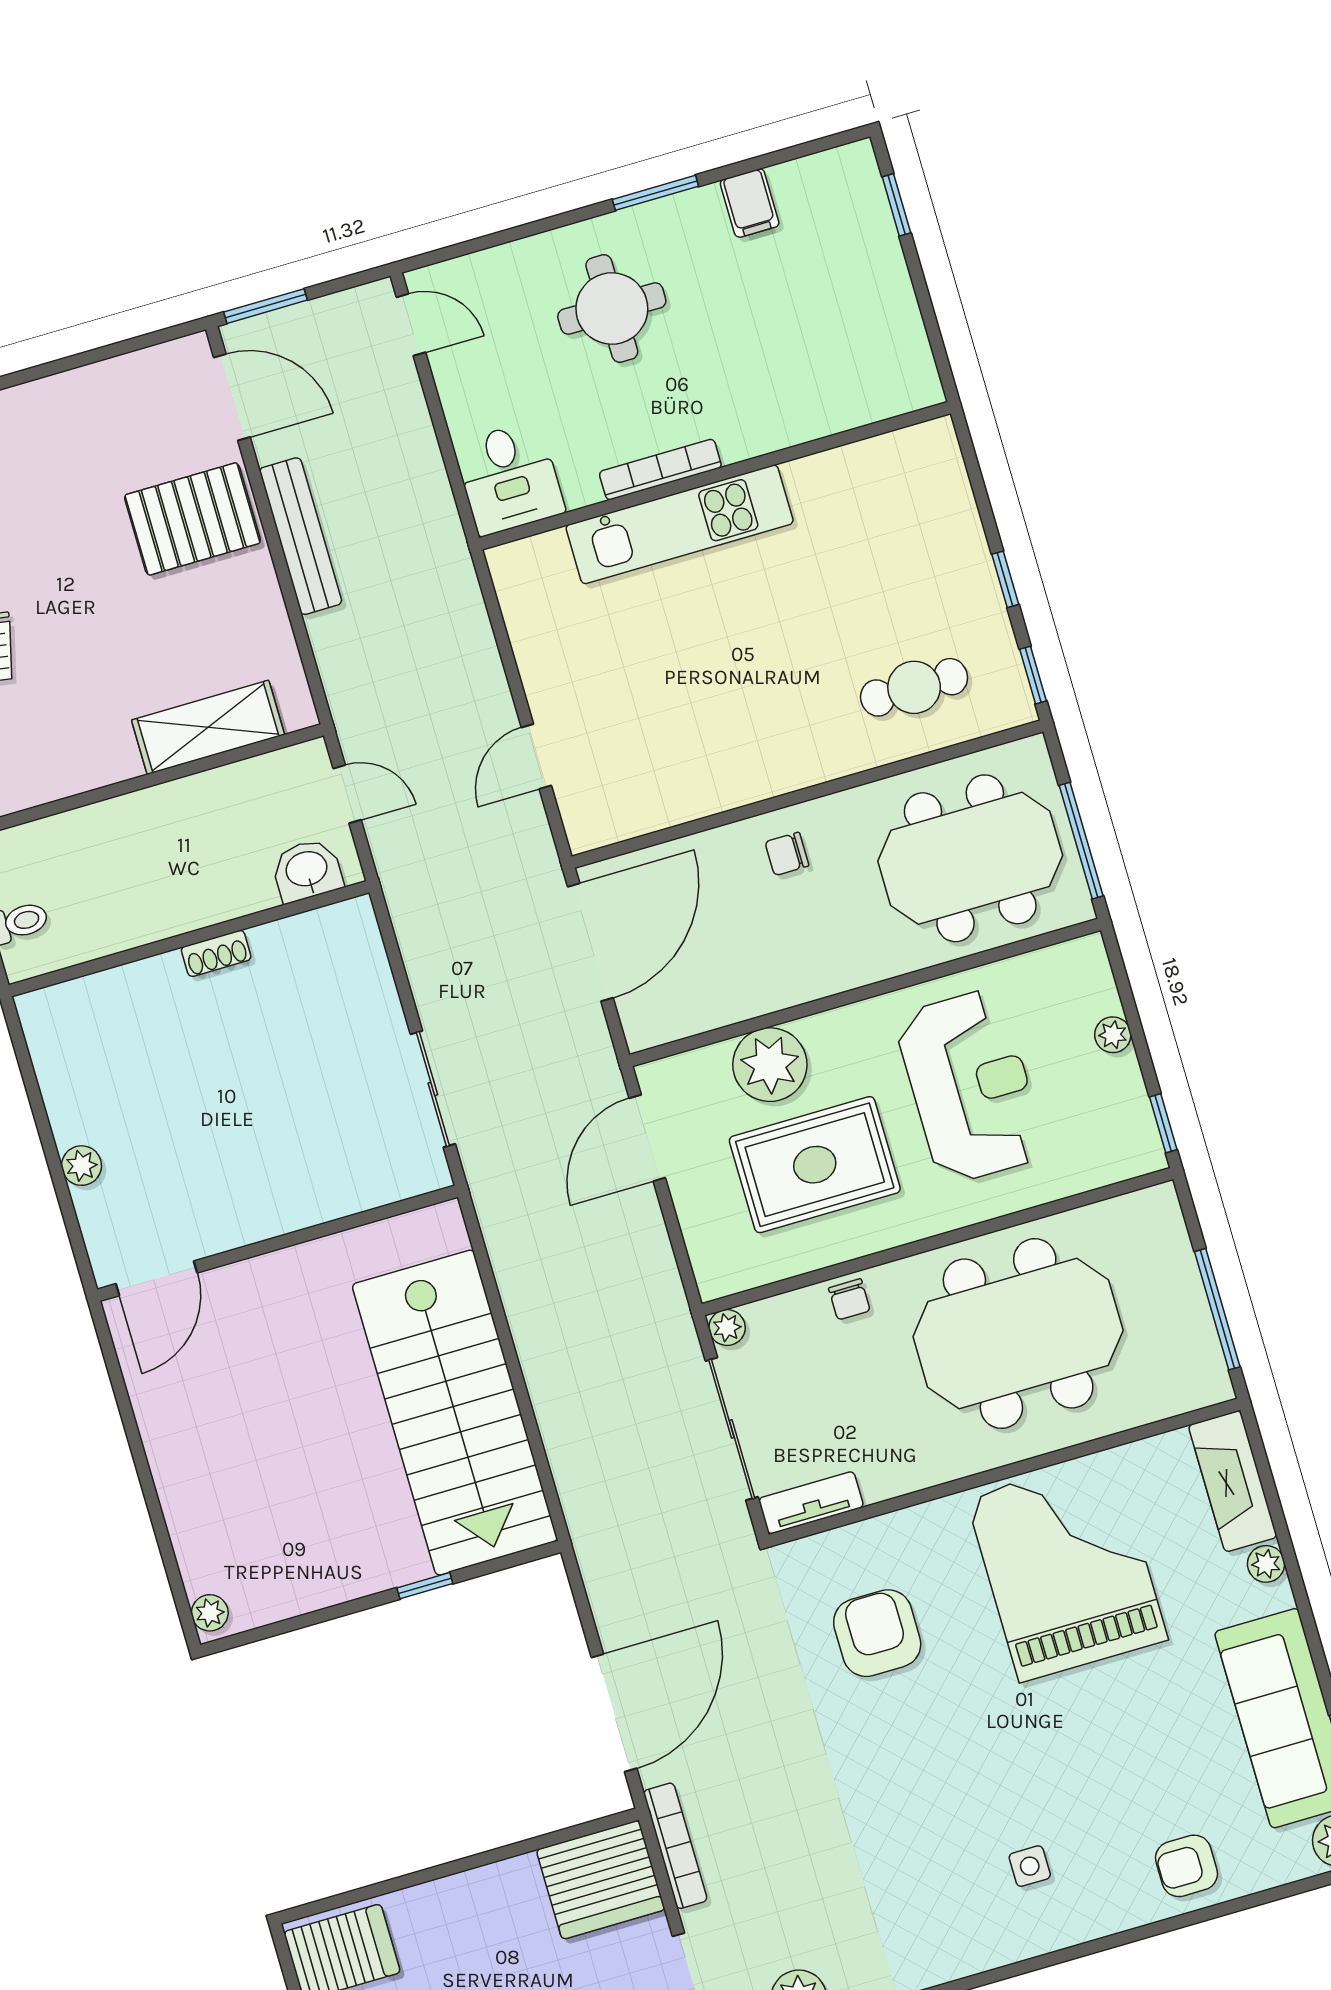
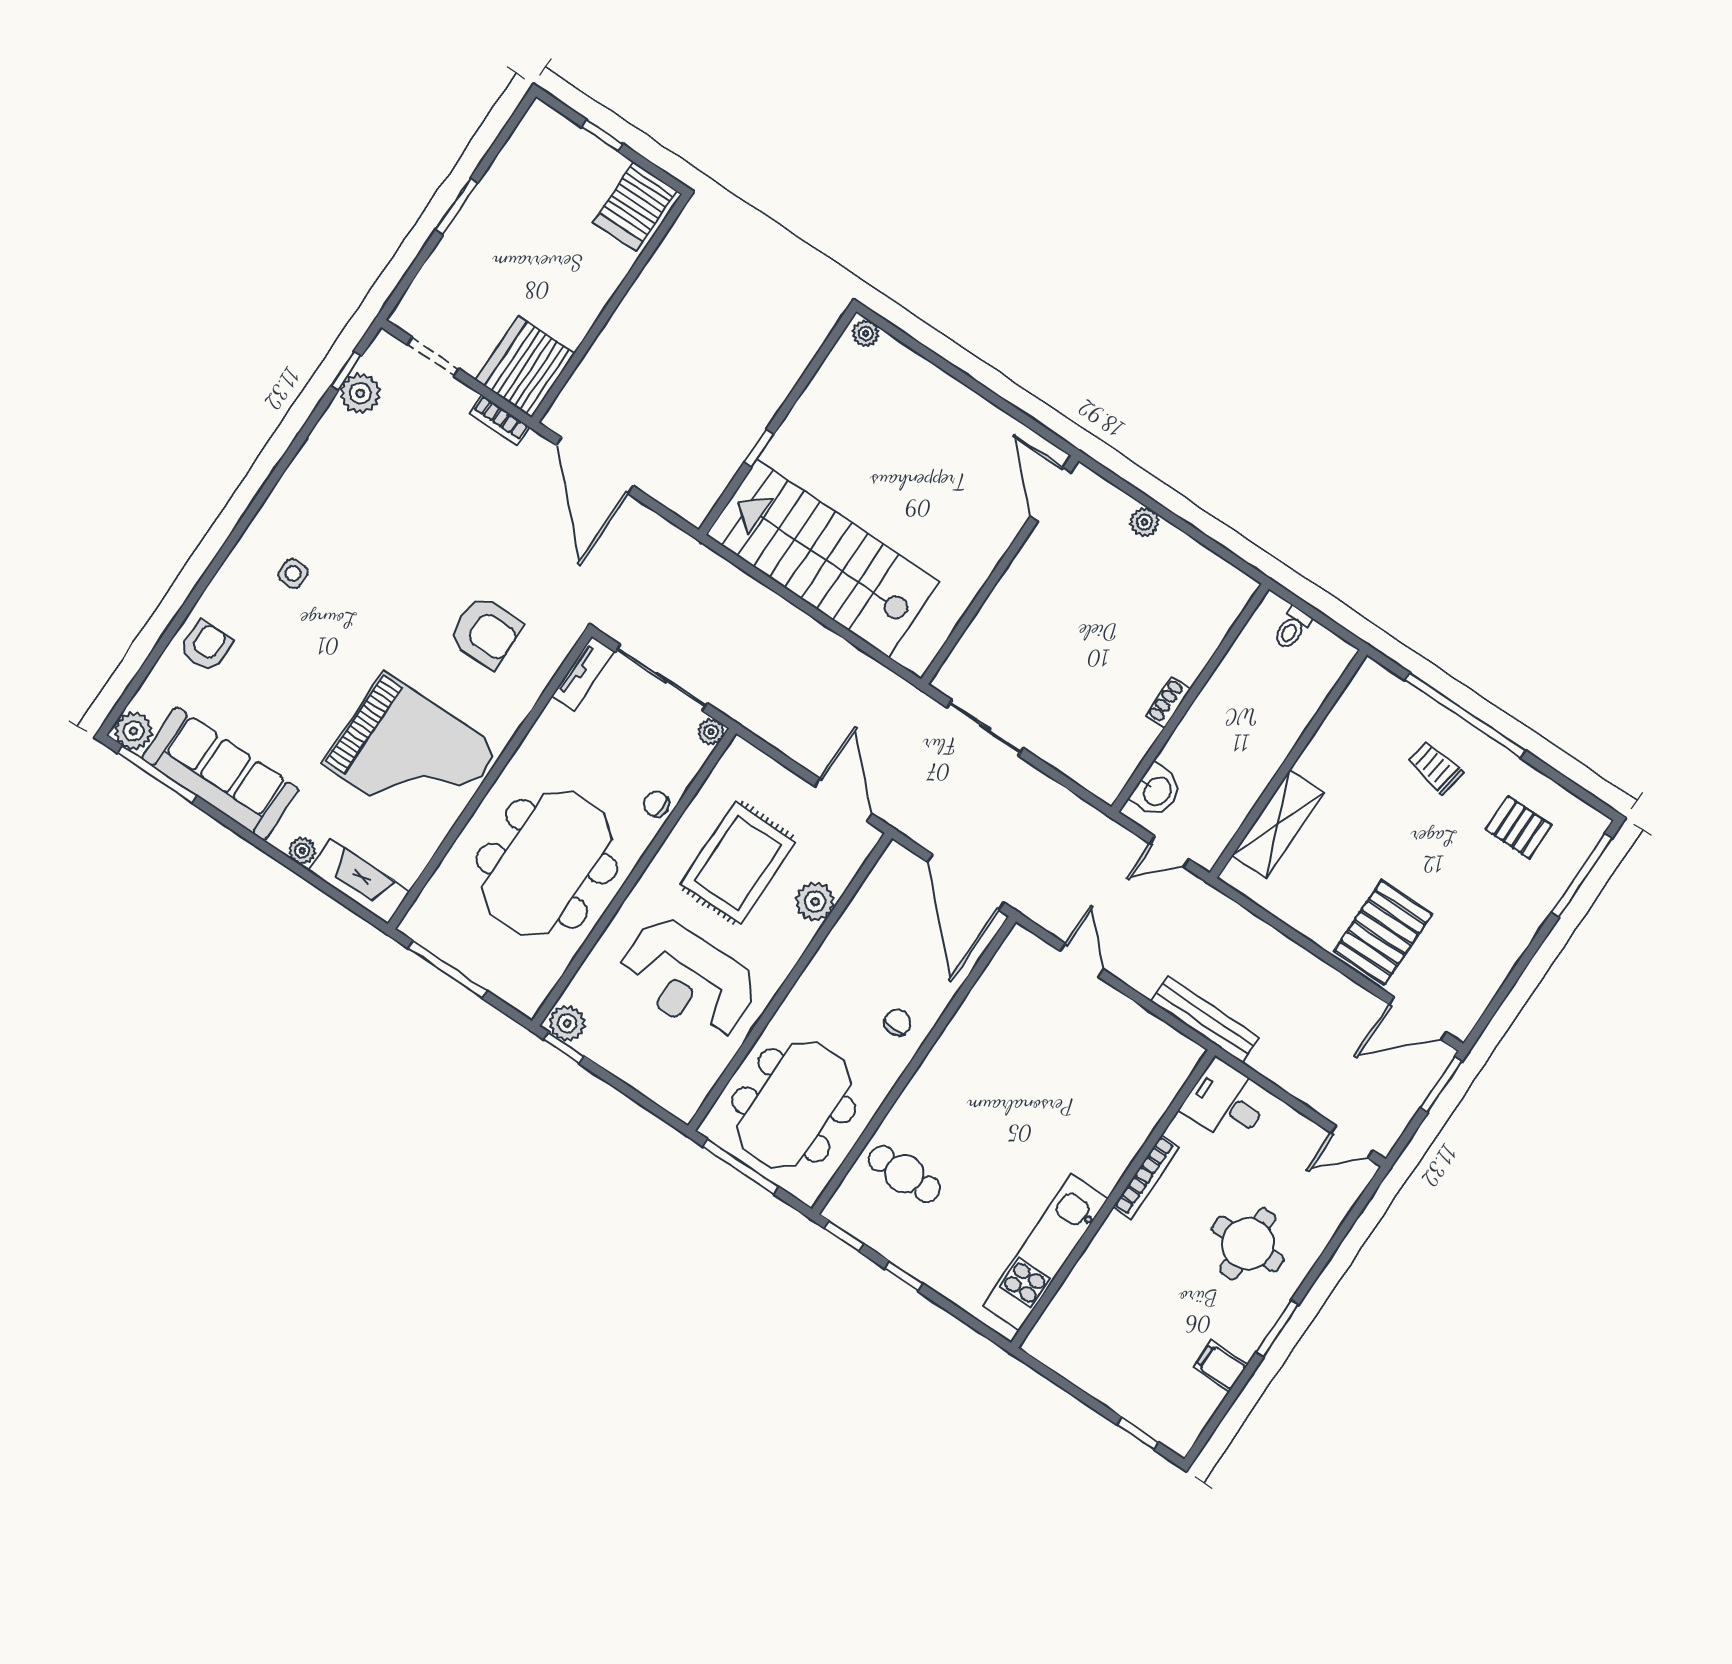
kitchen unit: (680, 524) -> (1045, 1252), moved
bench: (301, 536) -> (1205, 1019), moved
cafe table: (914, 687) -> (904, 1174), turned 90
plant: (1113, 1035) -> (567, 1023), moved, width x1.38, depth x1.38
plant: (770, 1065) -> (815, 902), width x0.73, depth x0.73
bookcase: (675, 1846) -> (499, 420), width x0.64

